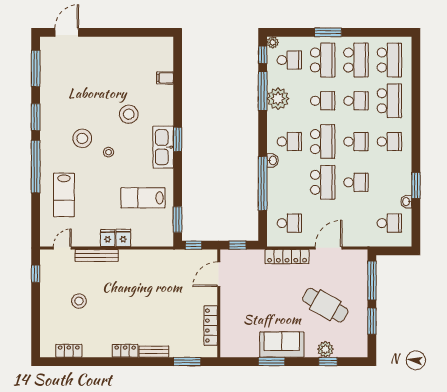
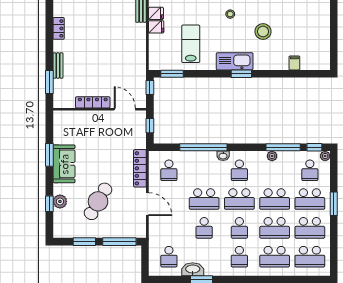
plant: (278, 99) -> (272, 156), width x0.53, depth x0.53
school desk: (323, 101) -> (275, 199), width x1.85
school desk: (356, 101) -> (275, 228), width x1.85
washbasin: (406, 202) -> (193, 269), width x1.91, depth x1.45
locker: (211, 326) -> (93, 102), moved
bench: (154, 352) -> (58, 66), moved

